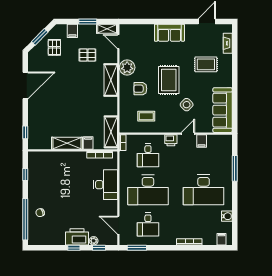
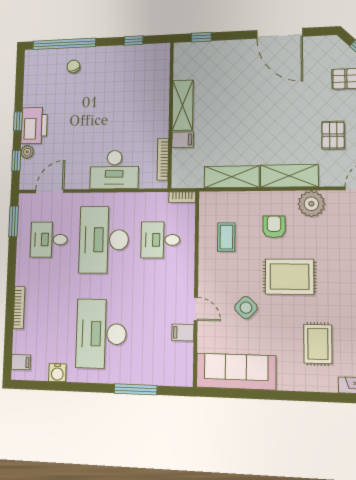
shelving: (111, 132) -> (232, 177), moved
printer: (171, 140) -> (185, 279), removed

